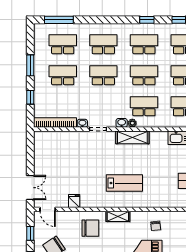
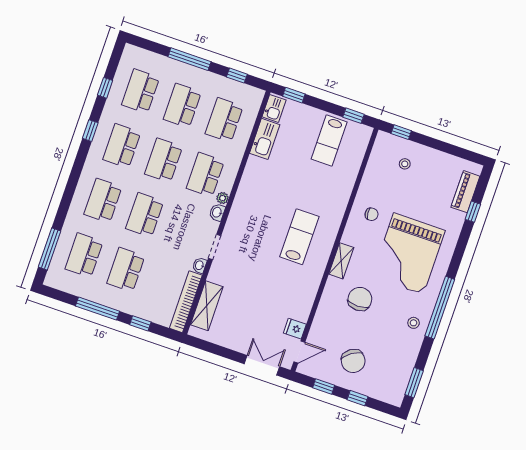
window: (30, 65) -> (97, 309), width x1.44
shelving: (132, 137) -> (207, 306), moved
fridge: (74, 201) -> (295, 329), moved
chair: (90, 228) -> (360, 299), moved

